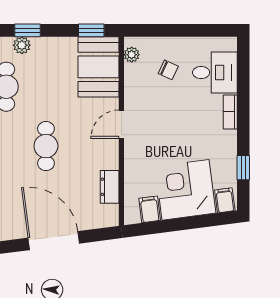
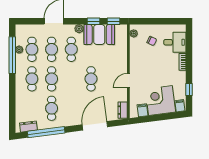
window: (27, 30) -> (94, 21), moved
booth: (98, 67) -> (99, 34), moved, turned 90
door: (121, 124) -> (128, 81), moved
dresser: (110, 187) -> (123, 110), moved
door: (54, 241) -> (95, 126), hinge flipped

